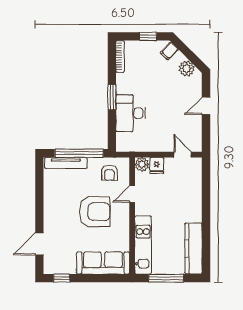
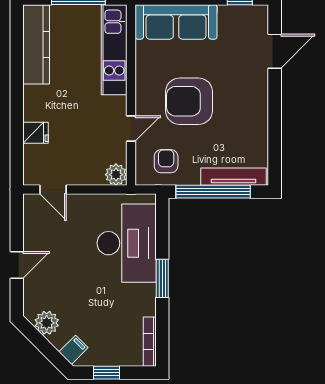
desk: (131, 113) -> (127, 243), width x1.36, depth x1.30
fridge: (157, 165) -> (36, 133), moved, turned 90

